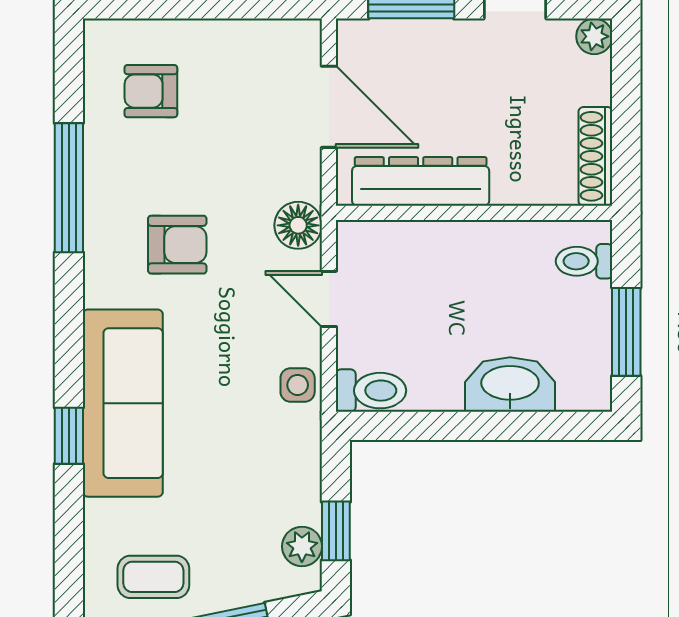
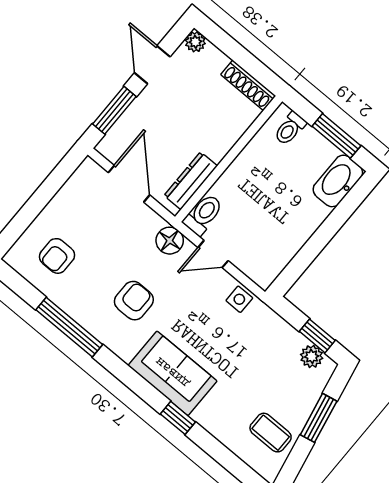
door: (329, 107) -> (129, 184), hinge flipped
dresser: (421, 181) -> (191, 181), width x0.73, depth x0.80
washbasin: (510, 384) -> (338, 181), moved
toilet: (371, 391) -> (203, 214), moved
sofa: (123, 403) -> (172, 373), width x0.73
coffee table: (153, 577) -> (271, 433), turned 90

